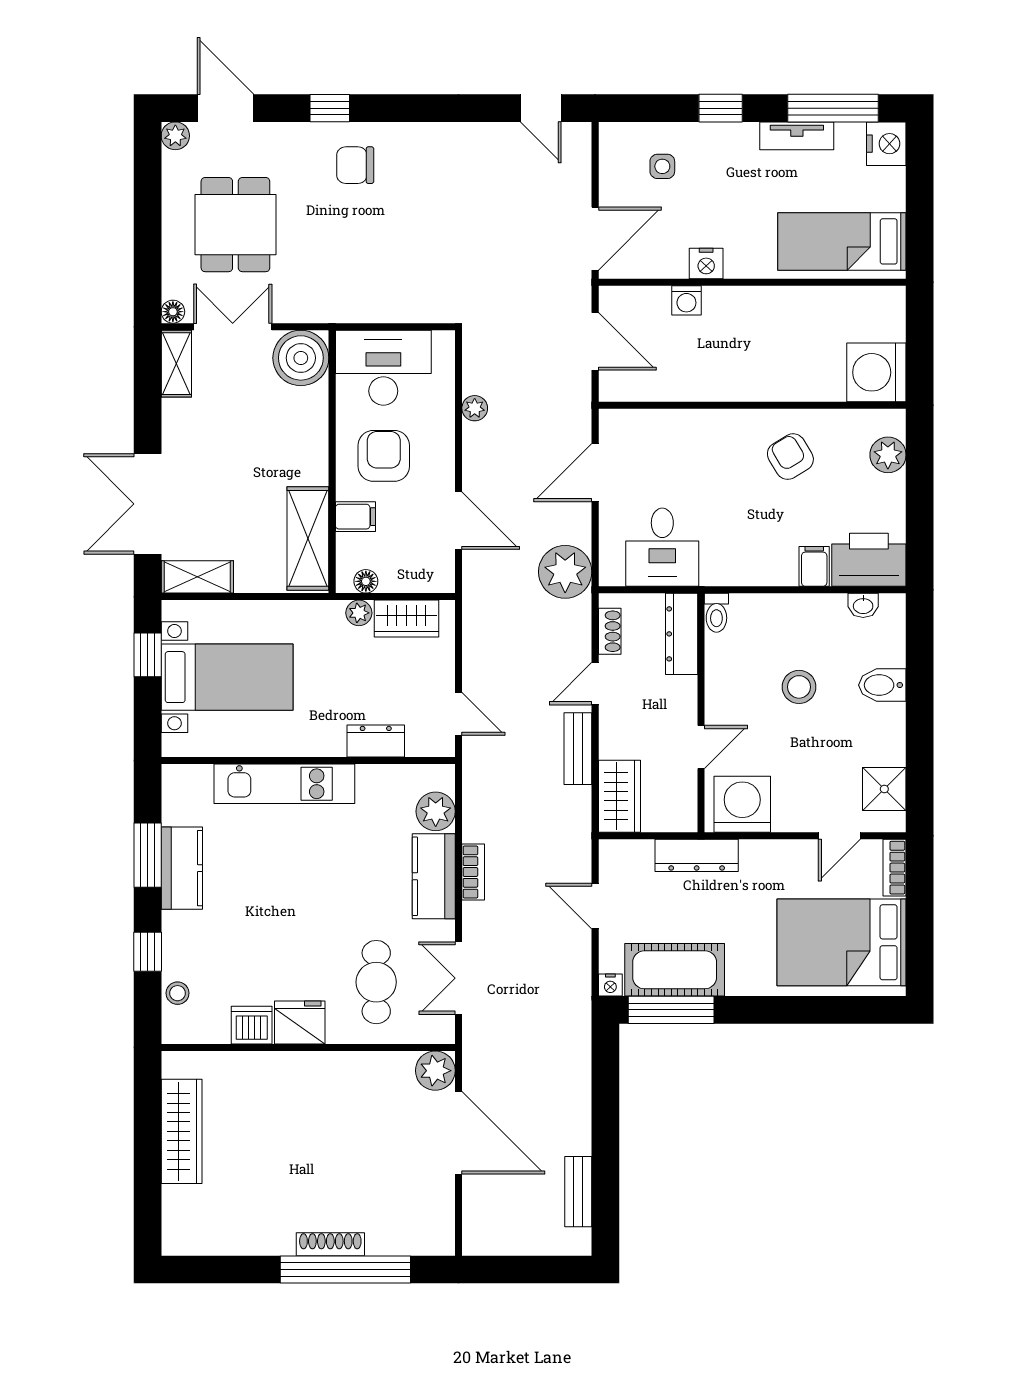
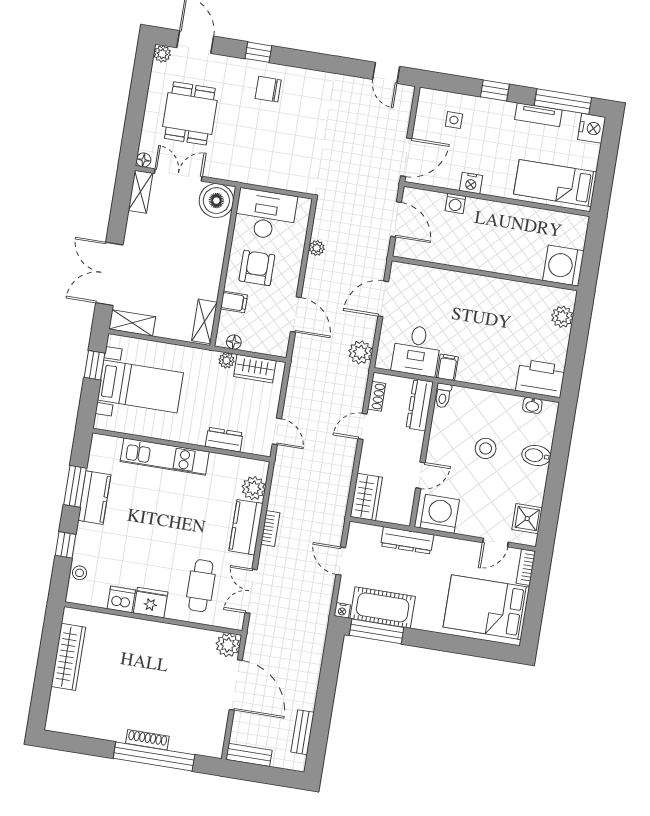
armchair: (790, 457) -> (503, 308), removed
shelving: (308, 538) -> (204, 321), width x0.67, depth x0.75
filing cabinet: (814, 566) -> (447, 367), moved
plant: (565, 572) -> (360, 352), width x0.73, depth x0.73
bench: (578, 749) -> (249, 755), moved, turned 90

